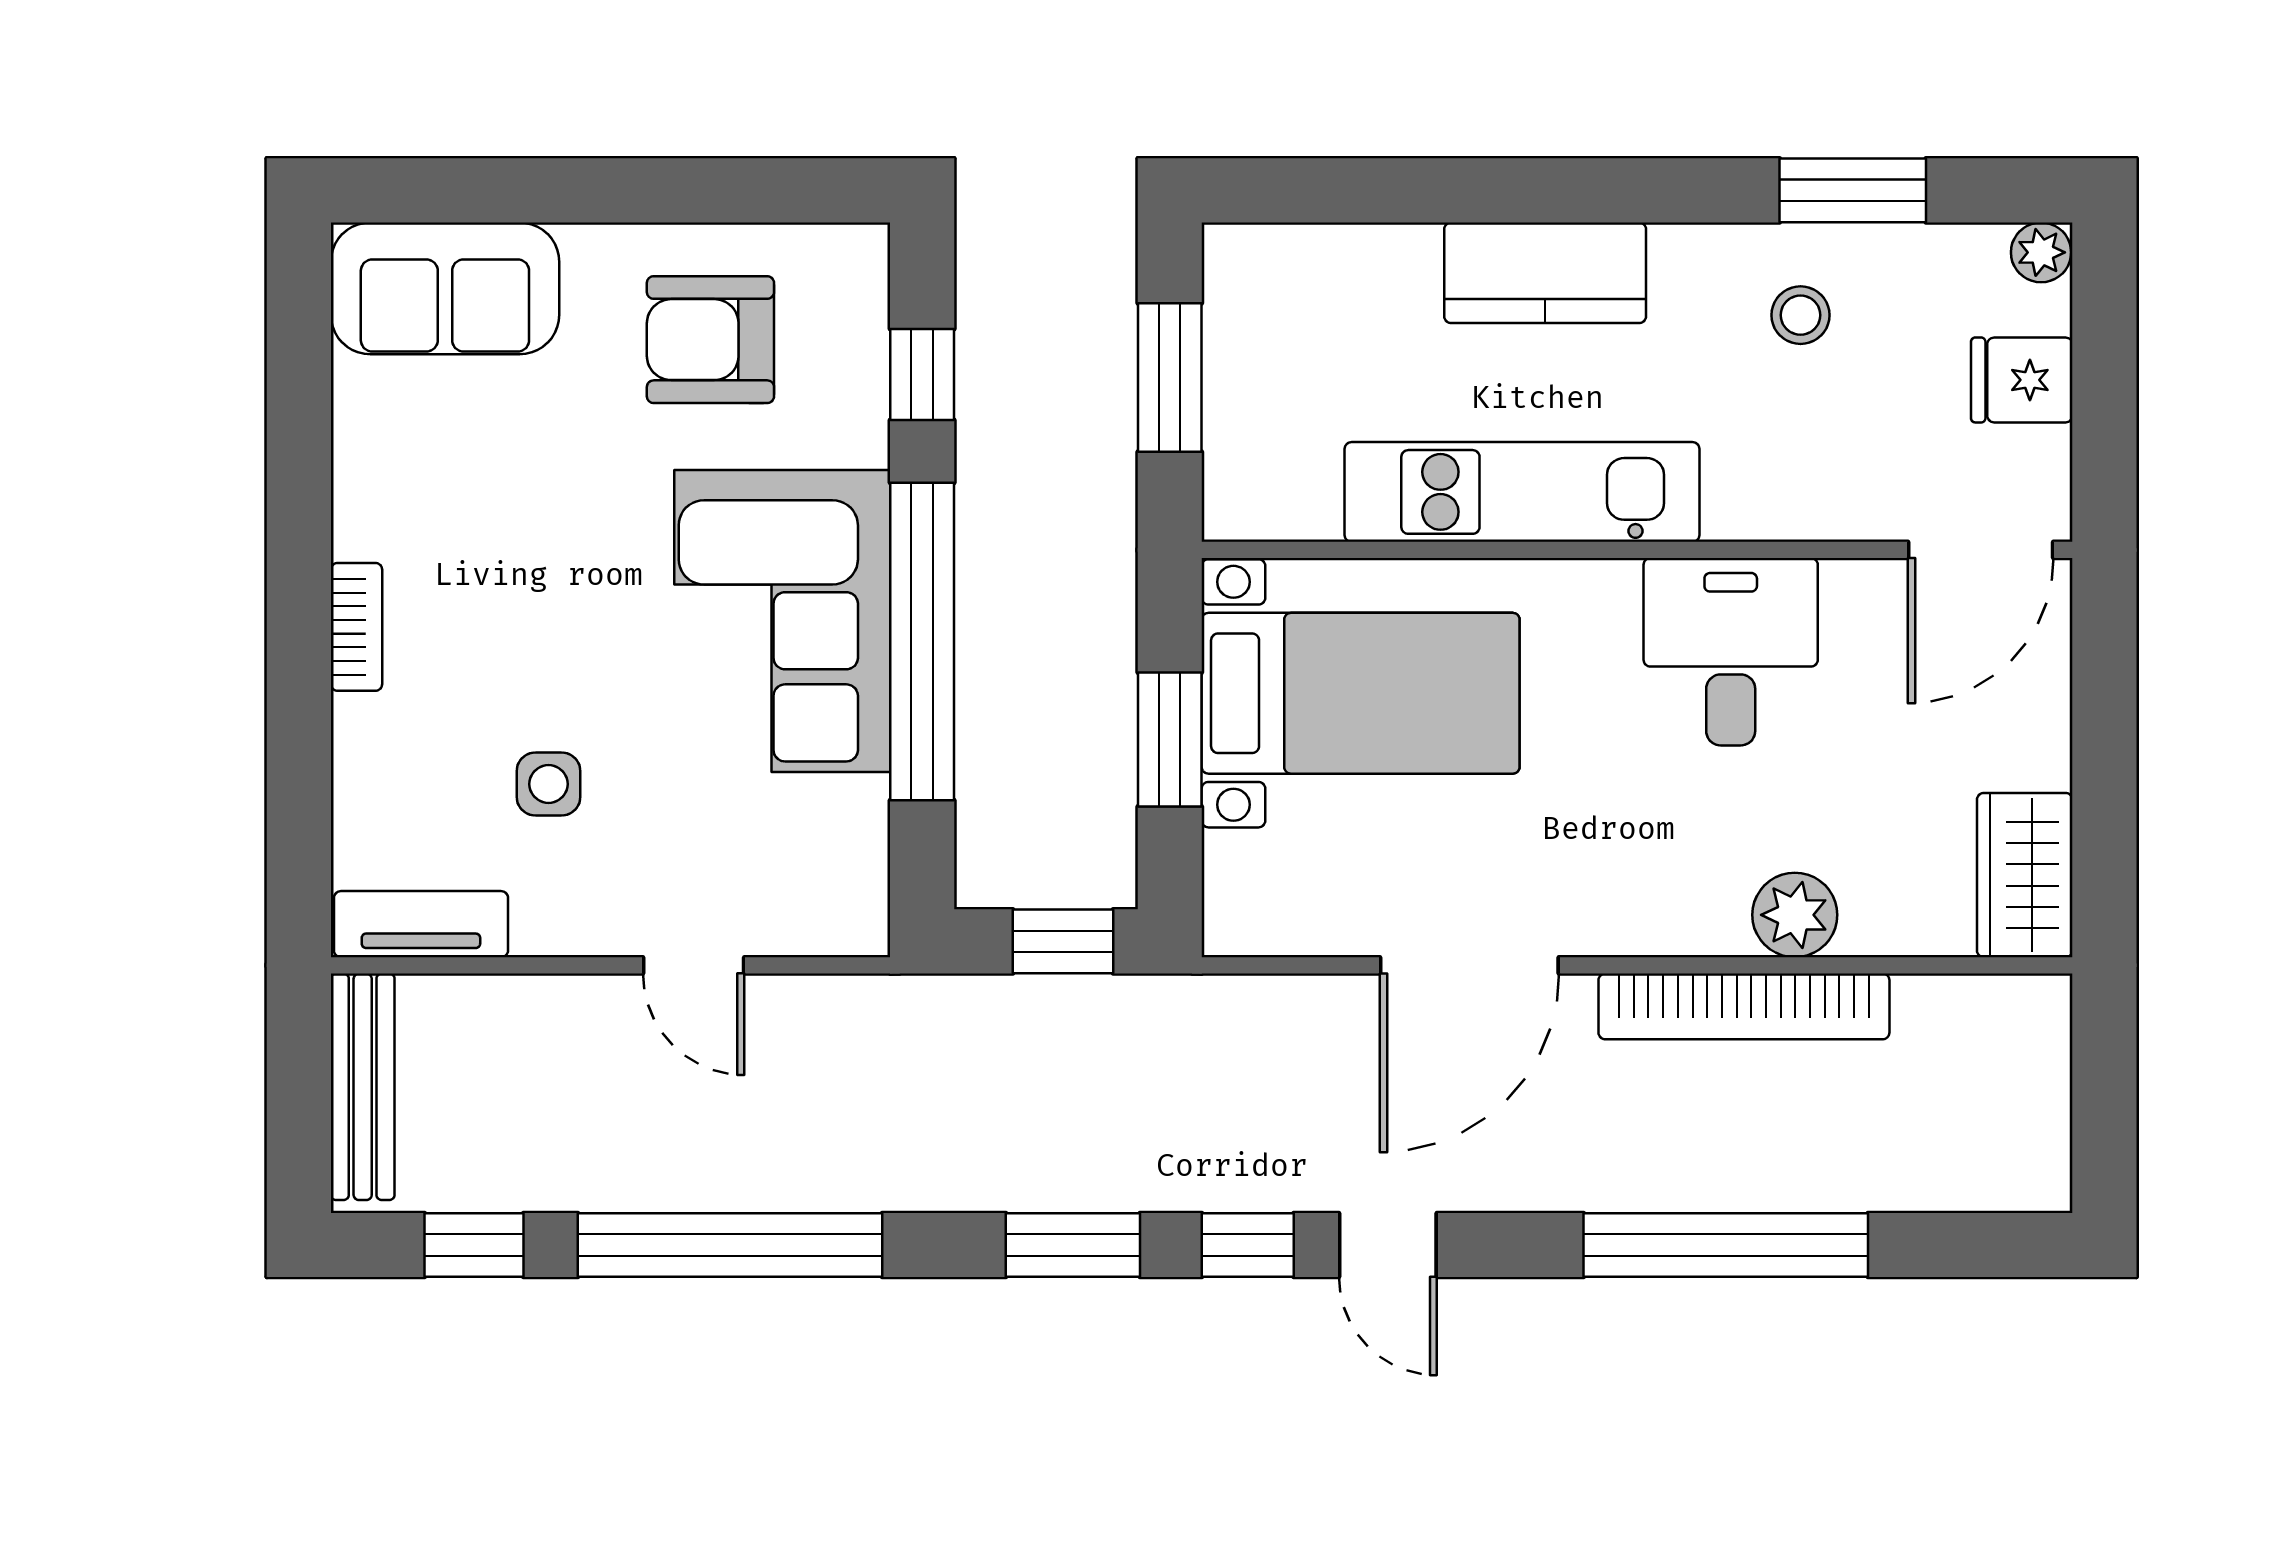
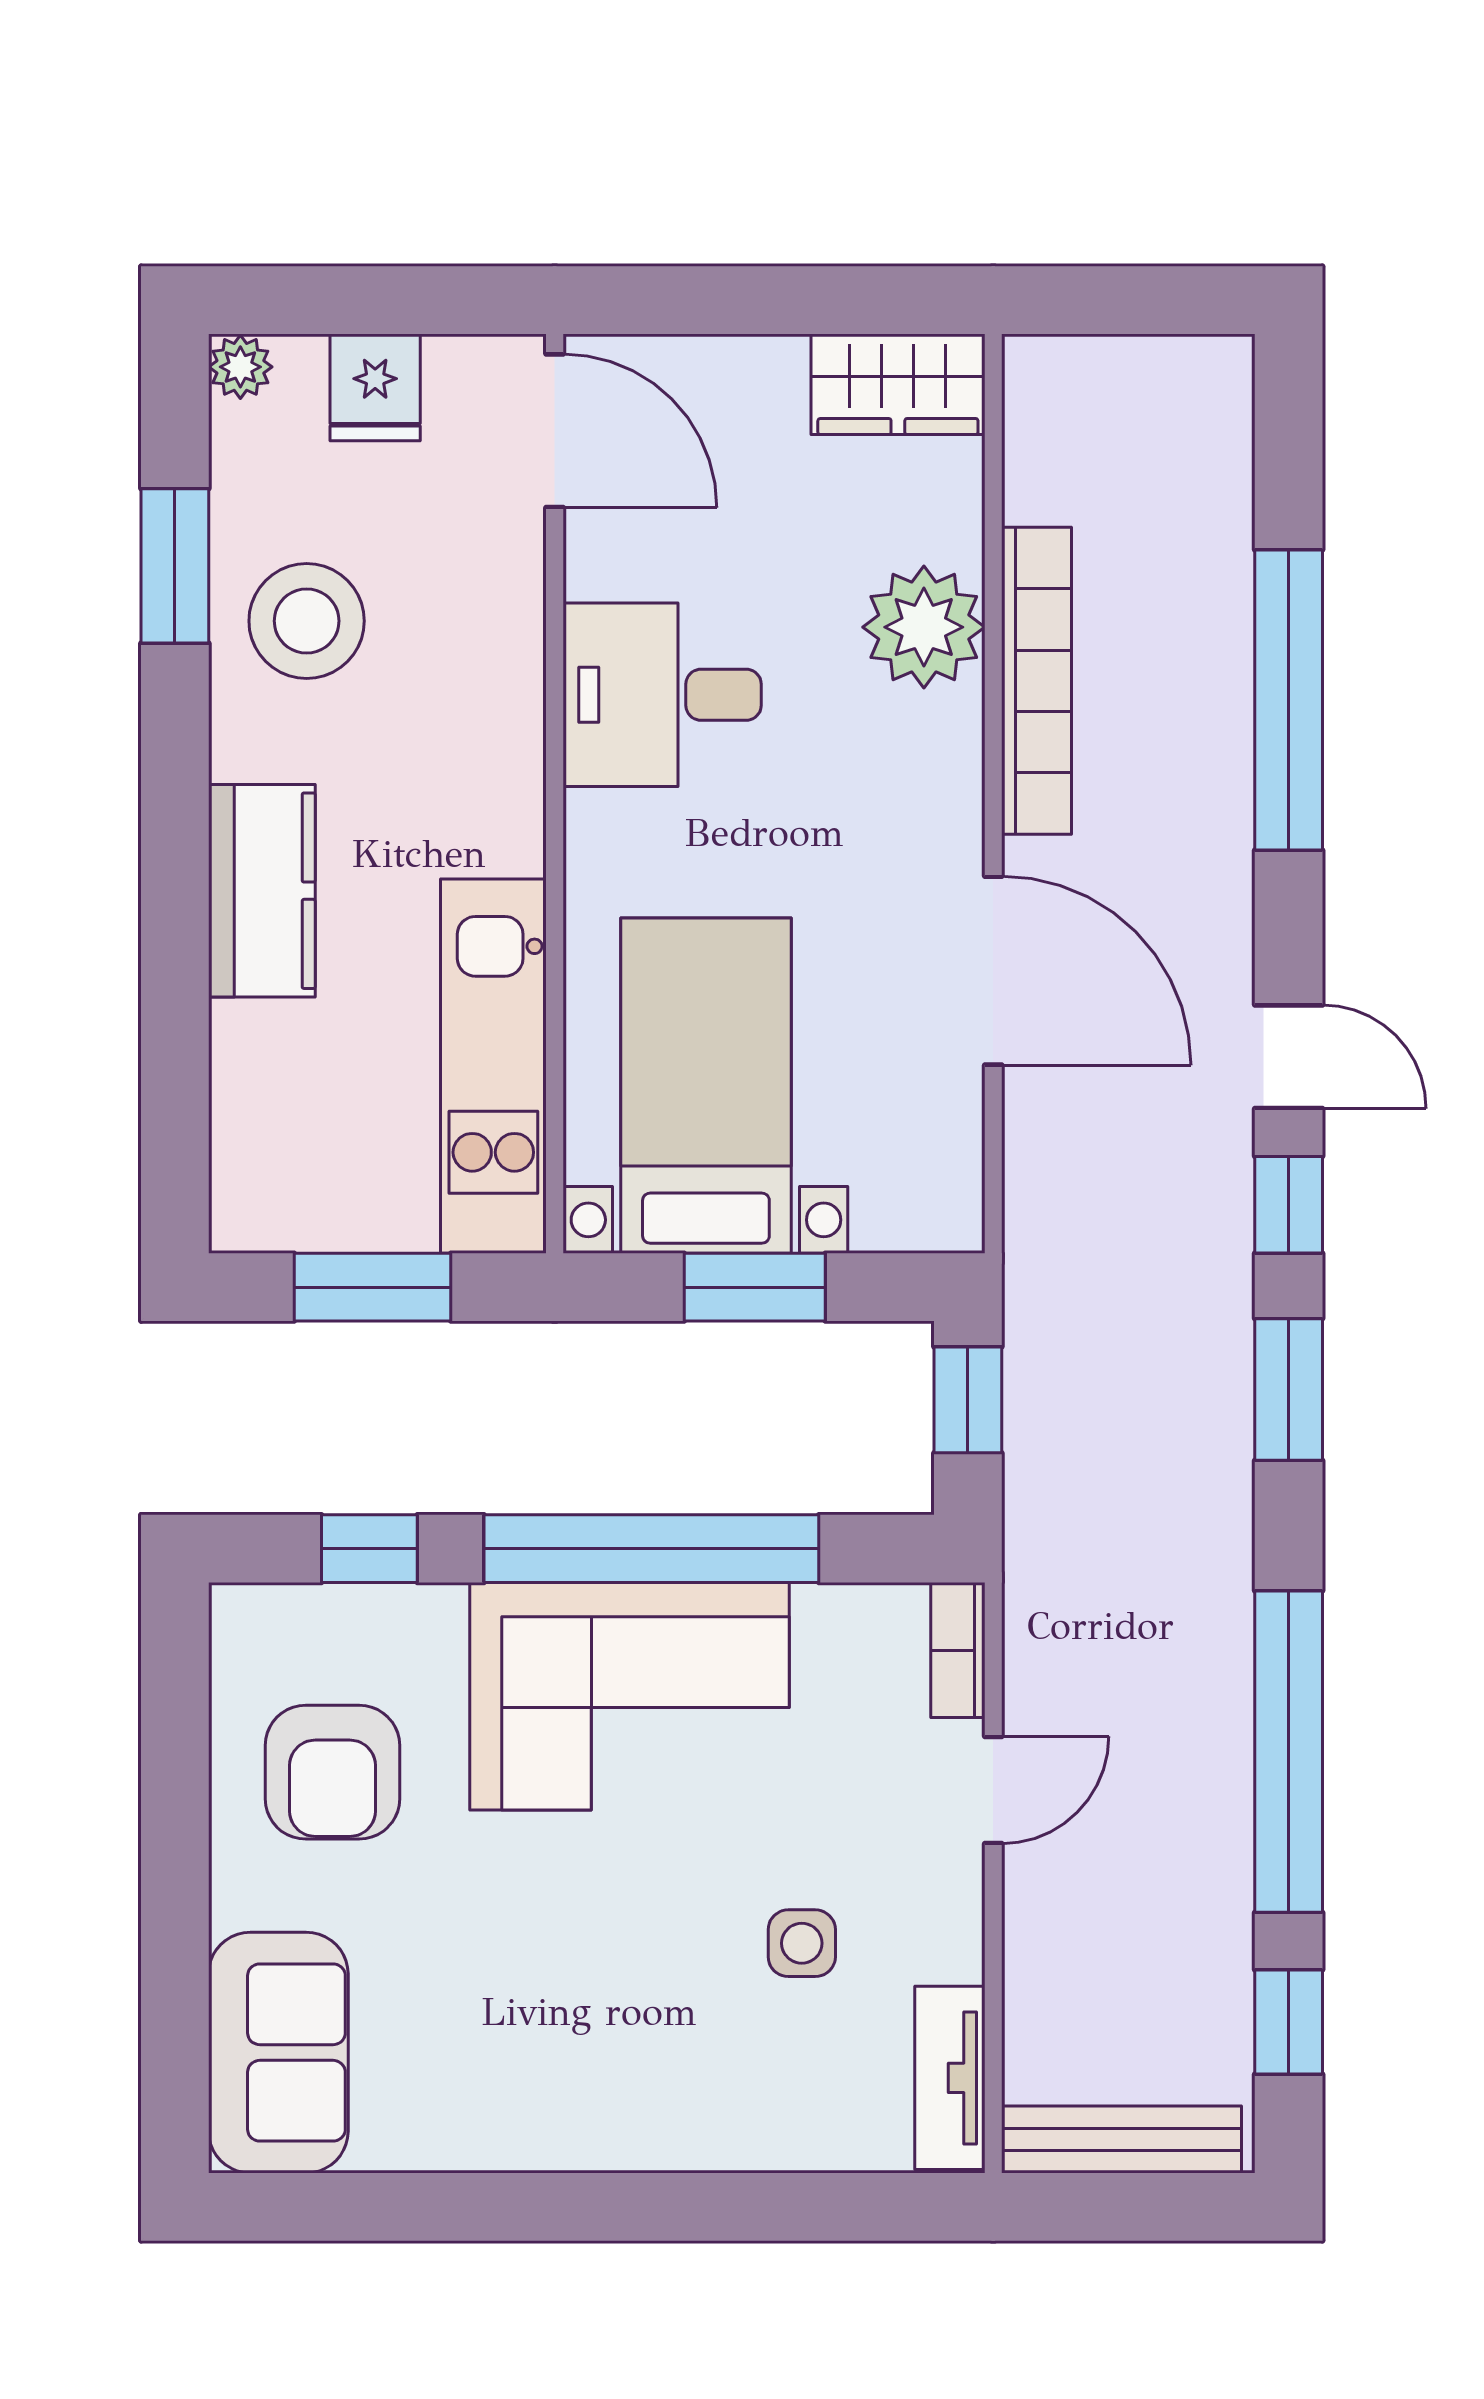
stool: (1801, 315) -> (307, 621), width x1.89, depth x1.89
kitchen unit: (1522, 492) -> (493, 1066), moved
bookcase: (356, 627) -> (958, 1650), moved, turned -90
plant: (1795, 915) -> (924, 627), width x1.36, depth x1.36
door: (1388, 1245) -> (1289, 1057), hinge flipped

